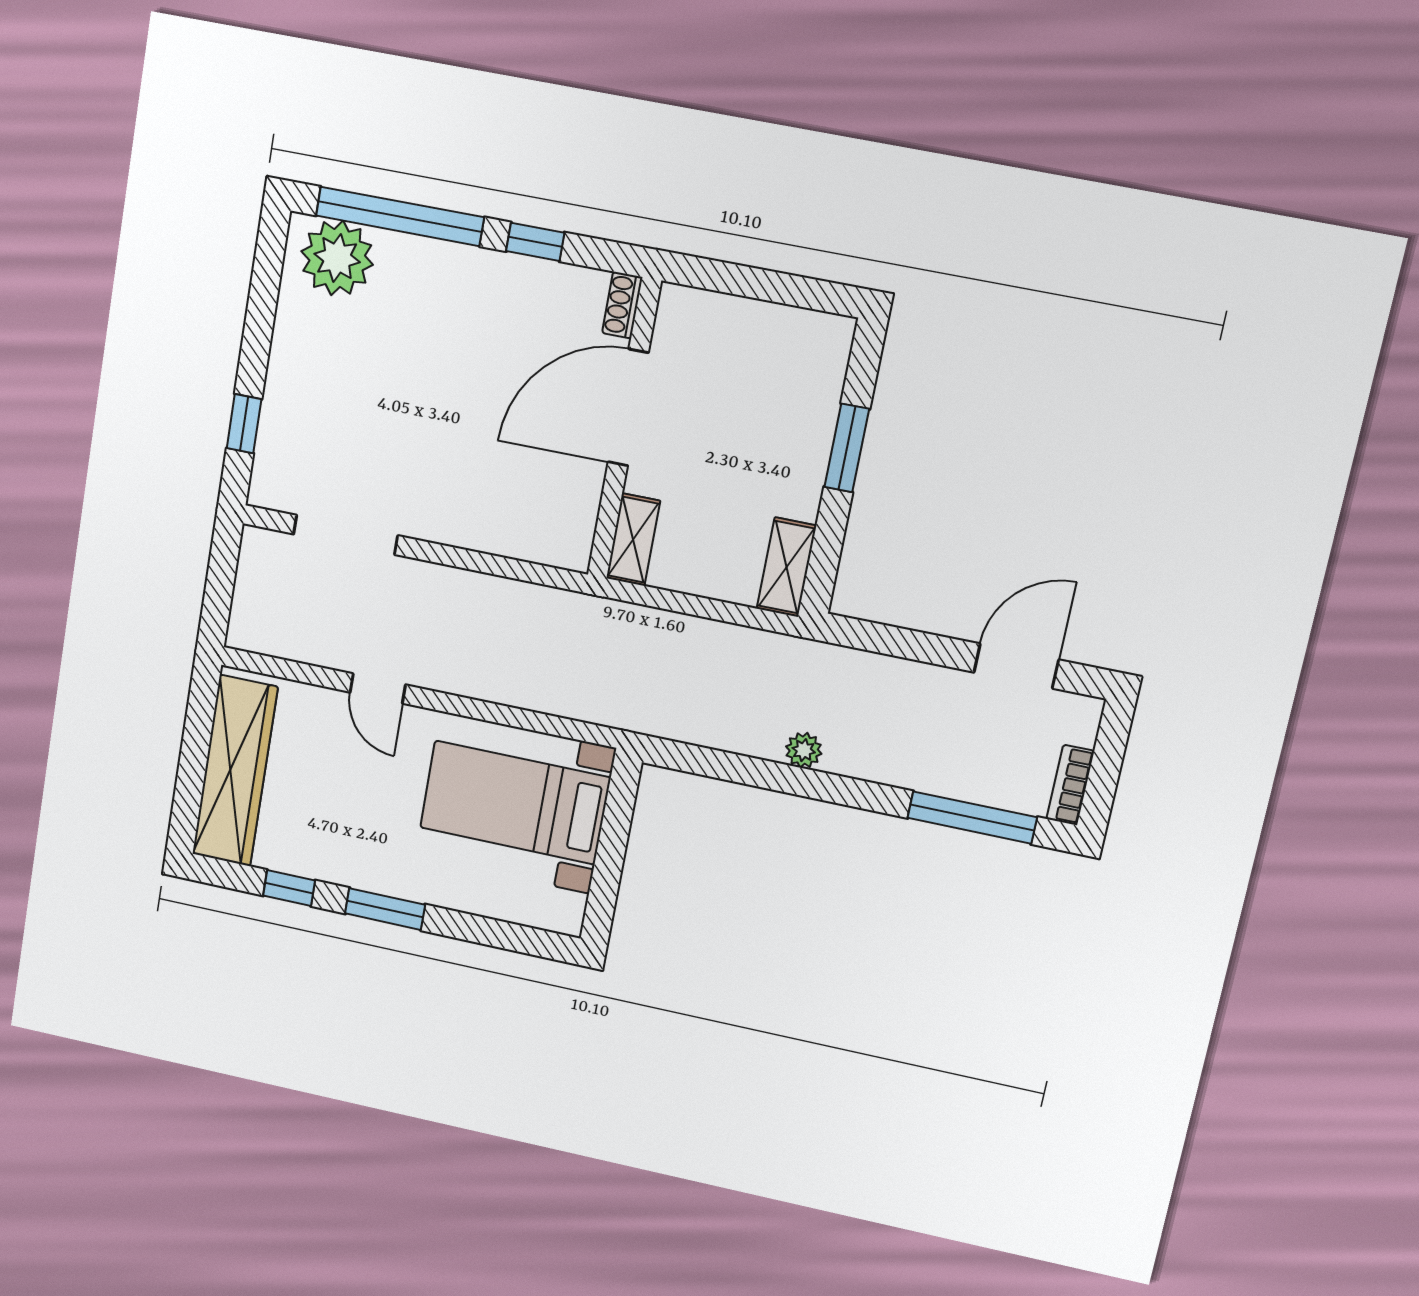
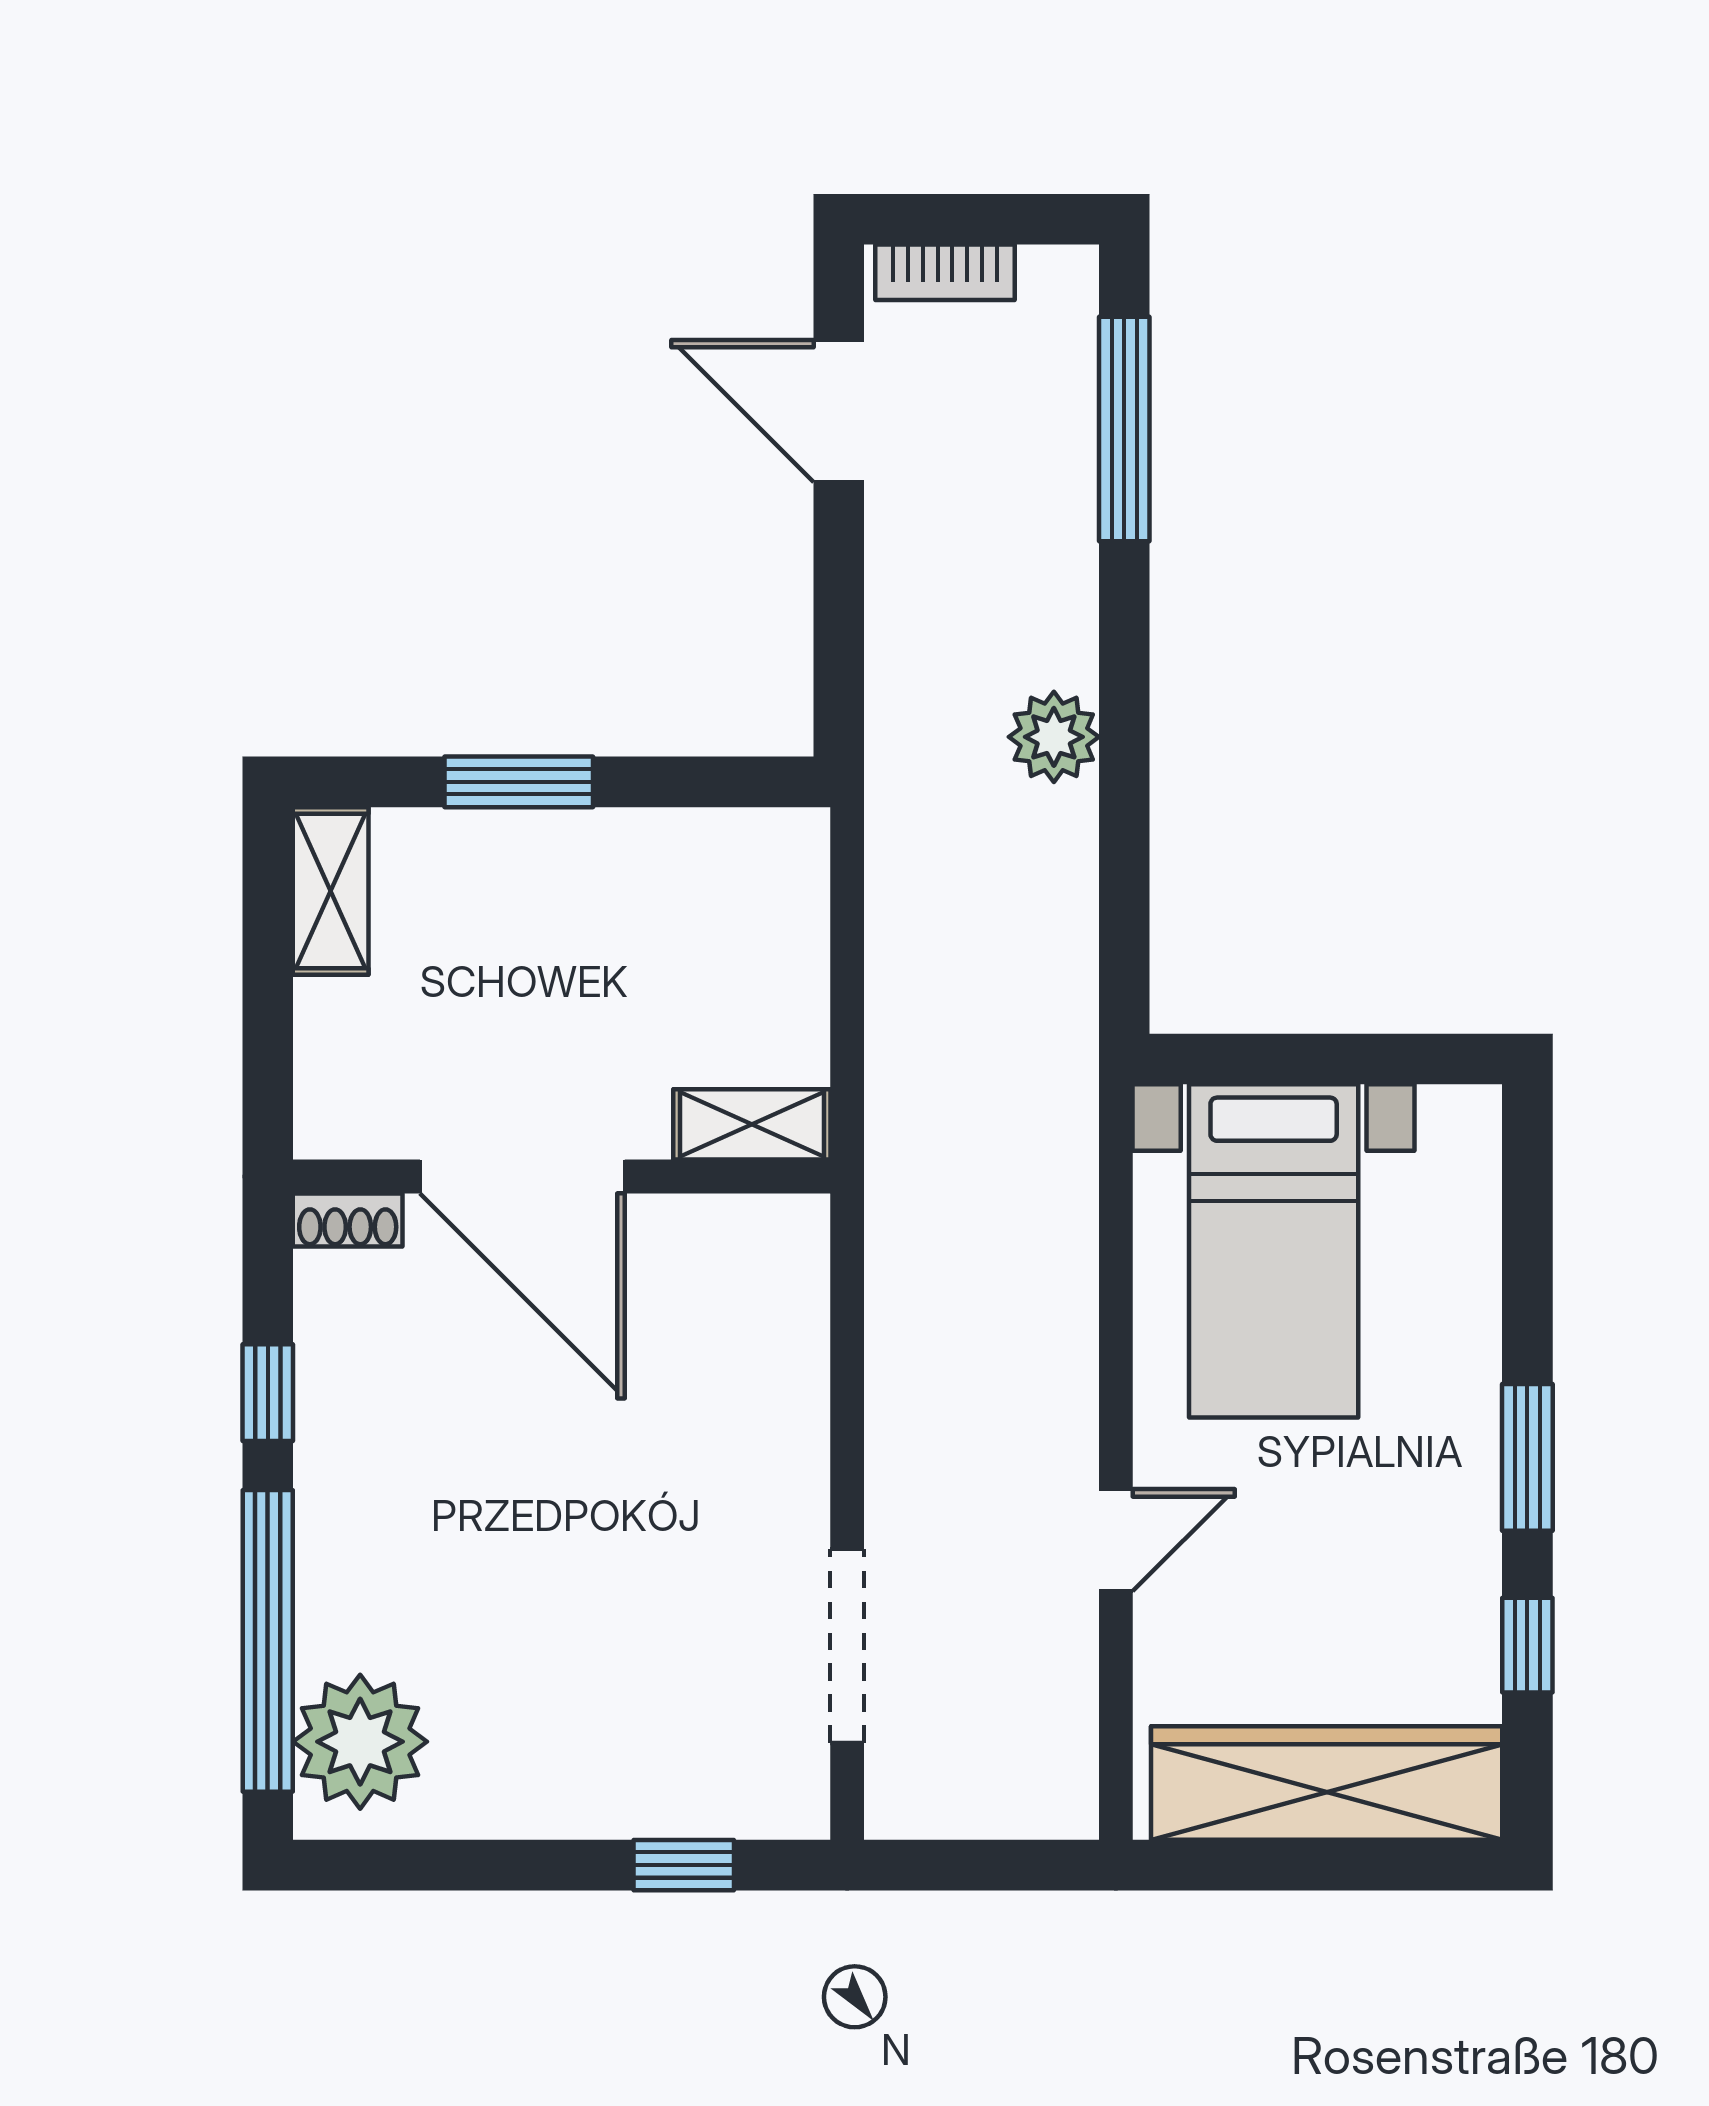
shelving: (786, 567) -> (331, 891), moved, turned 90
plant: (804, 750) -> (1054, 737), width x1.38, depth x1.38
bookcase: (1070, 785) -> (945, 272), moved

